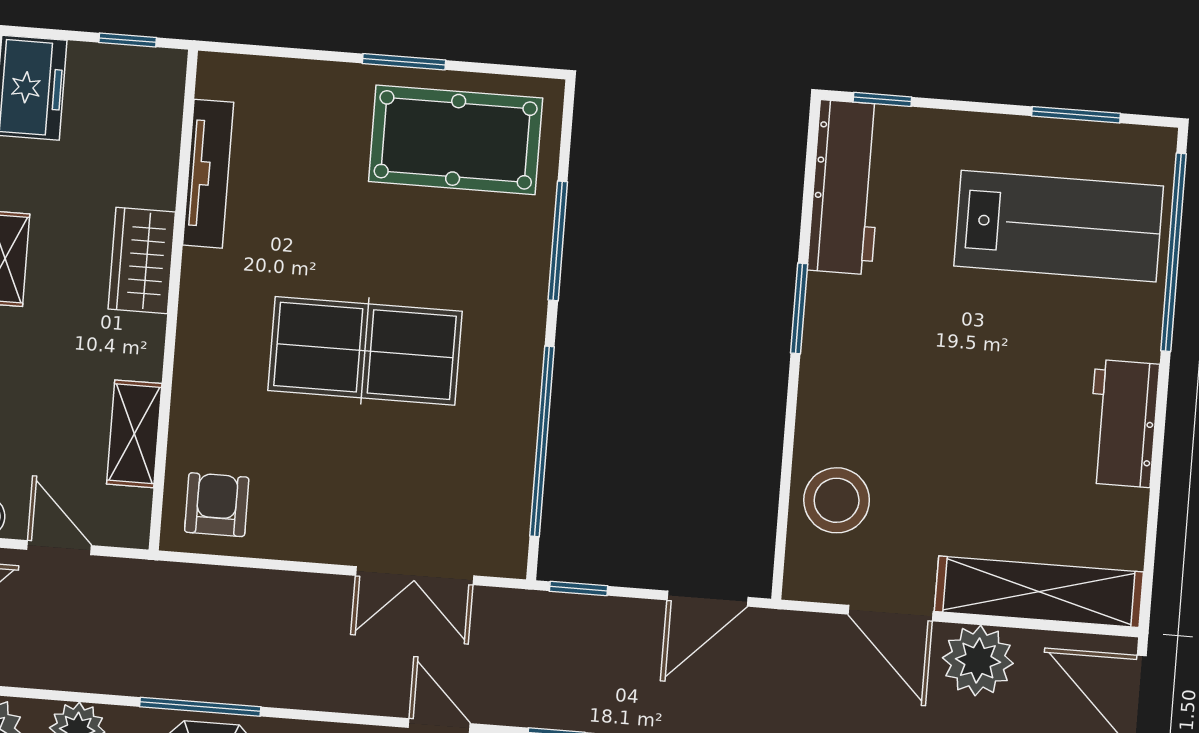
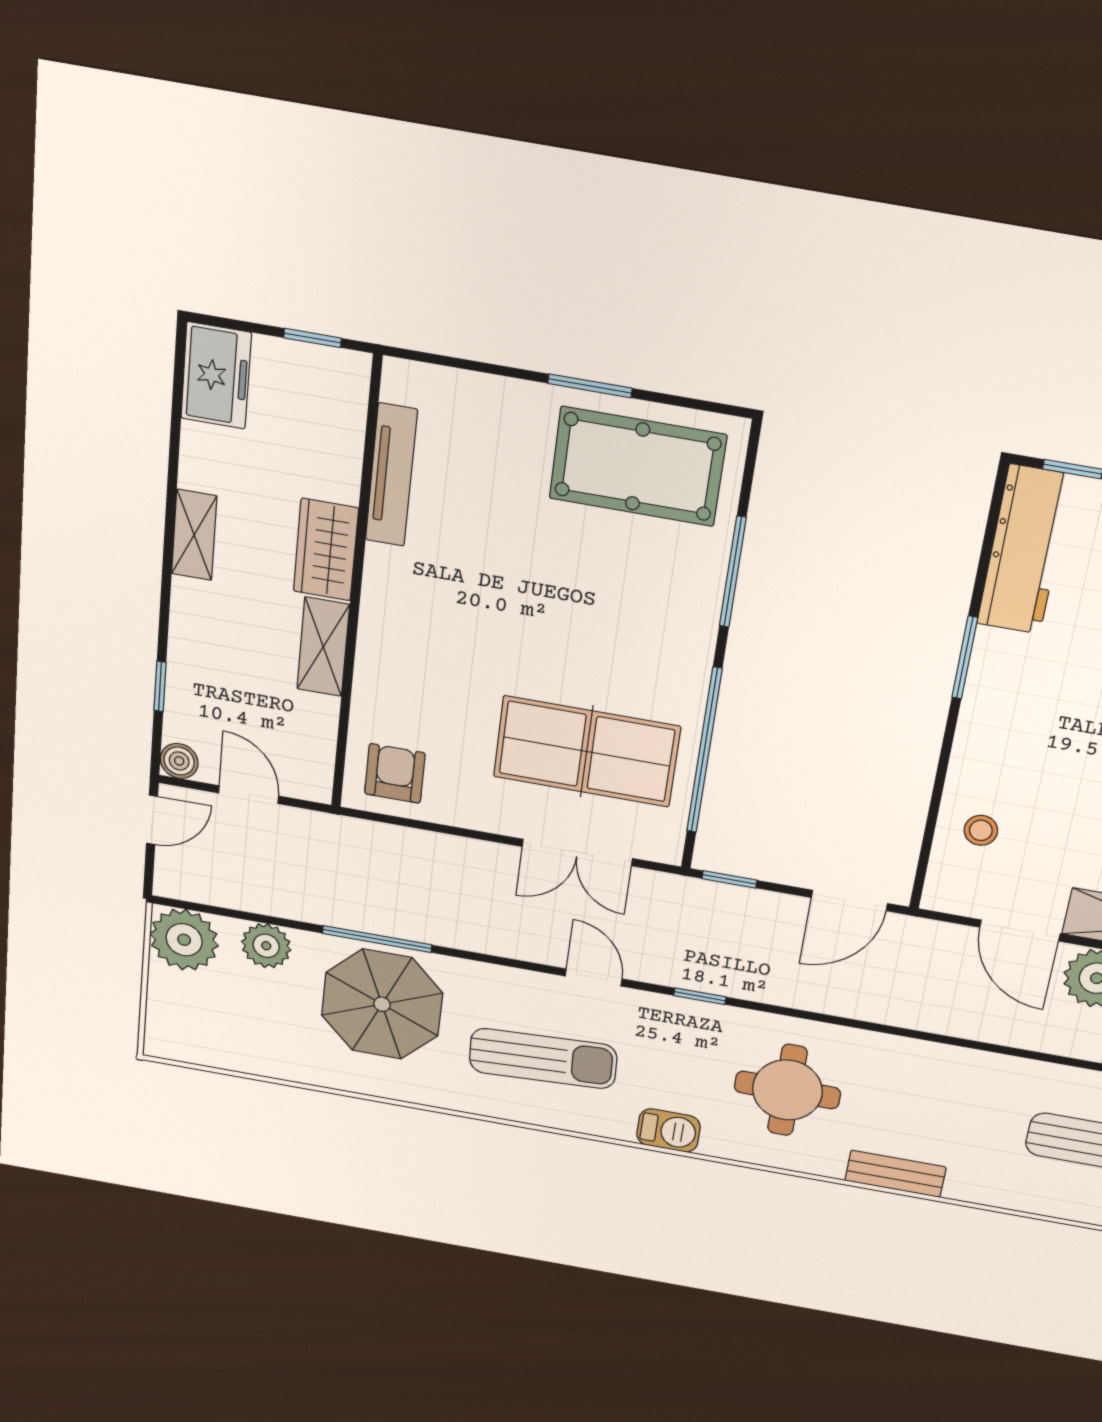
table tennis table: (365, 351) -> (587, 752), moved
shelving: (134, 434) -> (323, 647), moved
stool: (837, 500) -> (981, 830), width x0.53, depth x0.53

